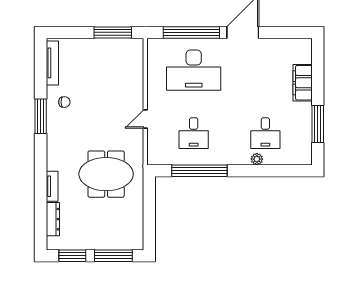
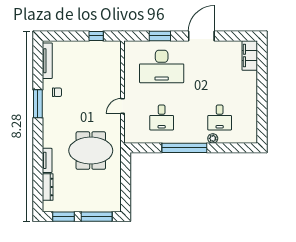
window: (113, 32) -> (96, 36), width x0.46
window: (191, 32) -> (160, 36), width x0.47
filing cabinet: (303, 83) -> (250, 55), moved
window: (318, 124) -> (262, 110), removed
window: (199, 171) -> (184, 148), moved

